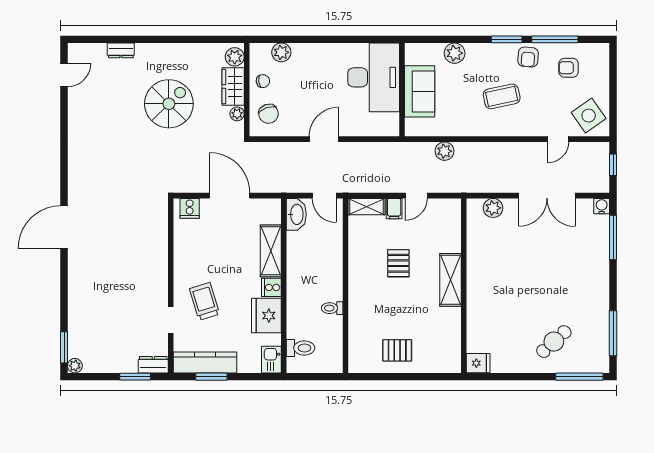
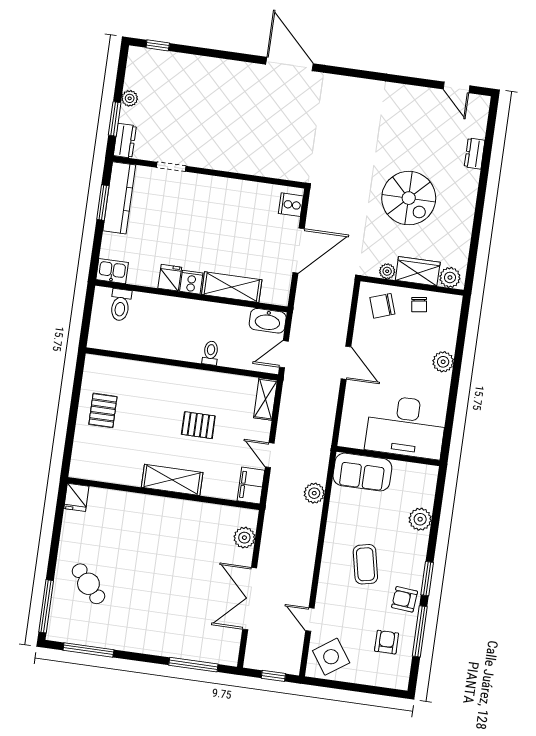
plant: (281, 52) -> (443, 362), moved
sofa: (420, 91) -> (362, 472), moved
water cooler: (602, 206) -> (230, 657), removed
filing cabinet: (394, 209) -> (251, 486), moved, width x2.00
trolley: (205, 301) -> (186, 207), removed
toilet: (332, 308) -> (211, 353), moved
fridge: (266, 316) -> (170, 278), width x0.53, depth x0.75
window: (64, 347) -> (158, 45), width x0.67
plant: (75, 366) -> (130, 98), moved

